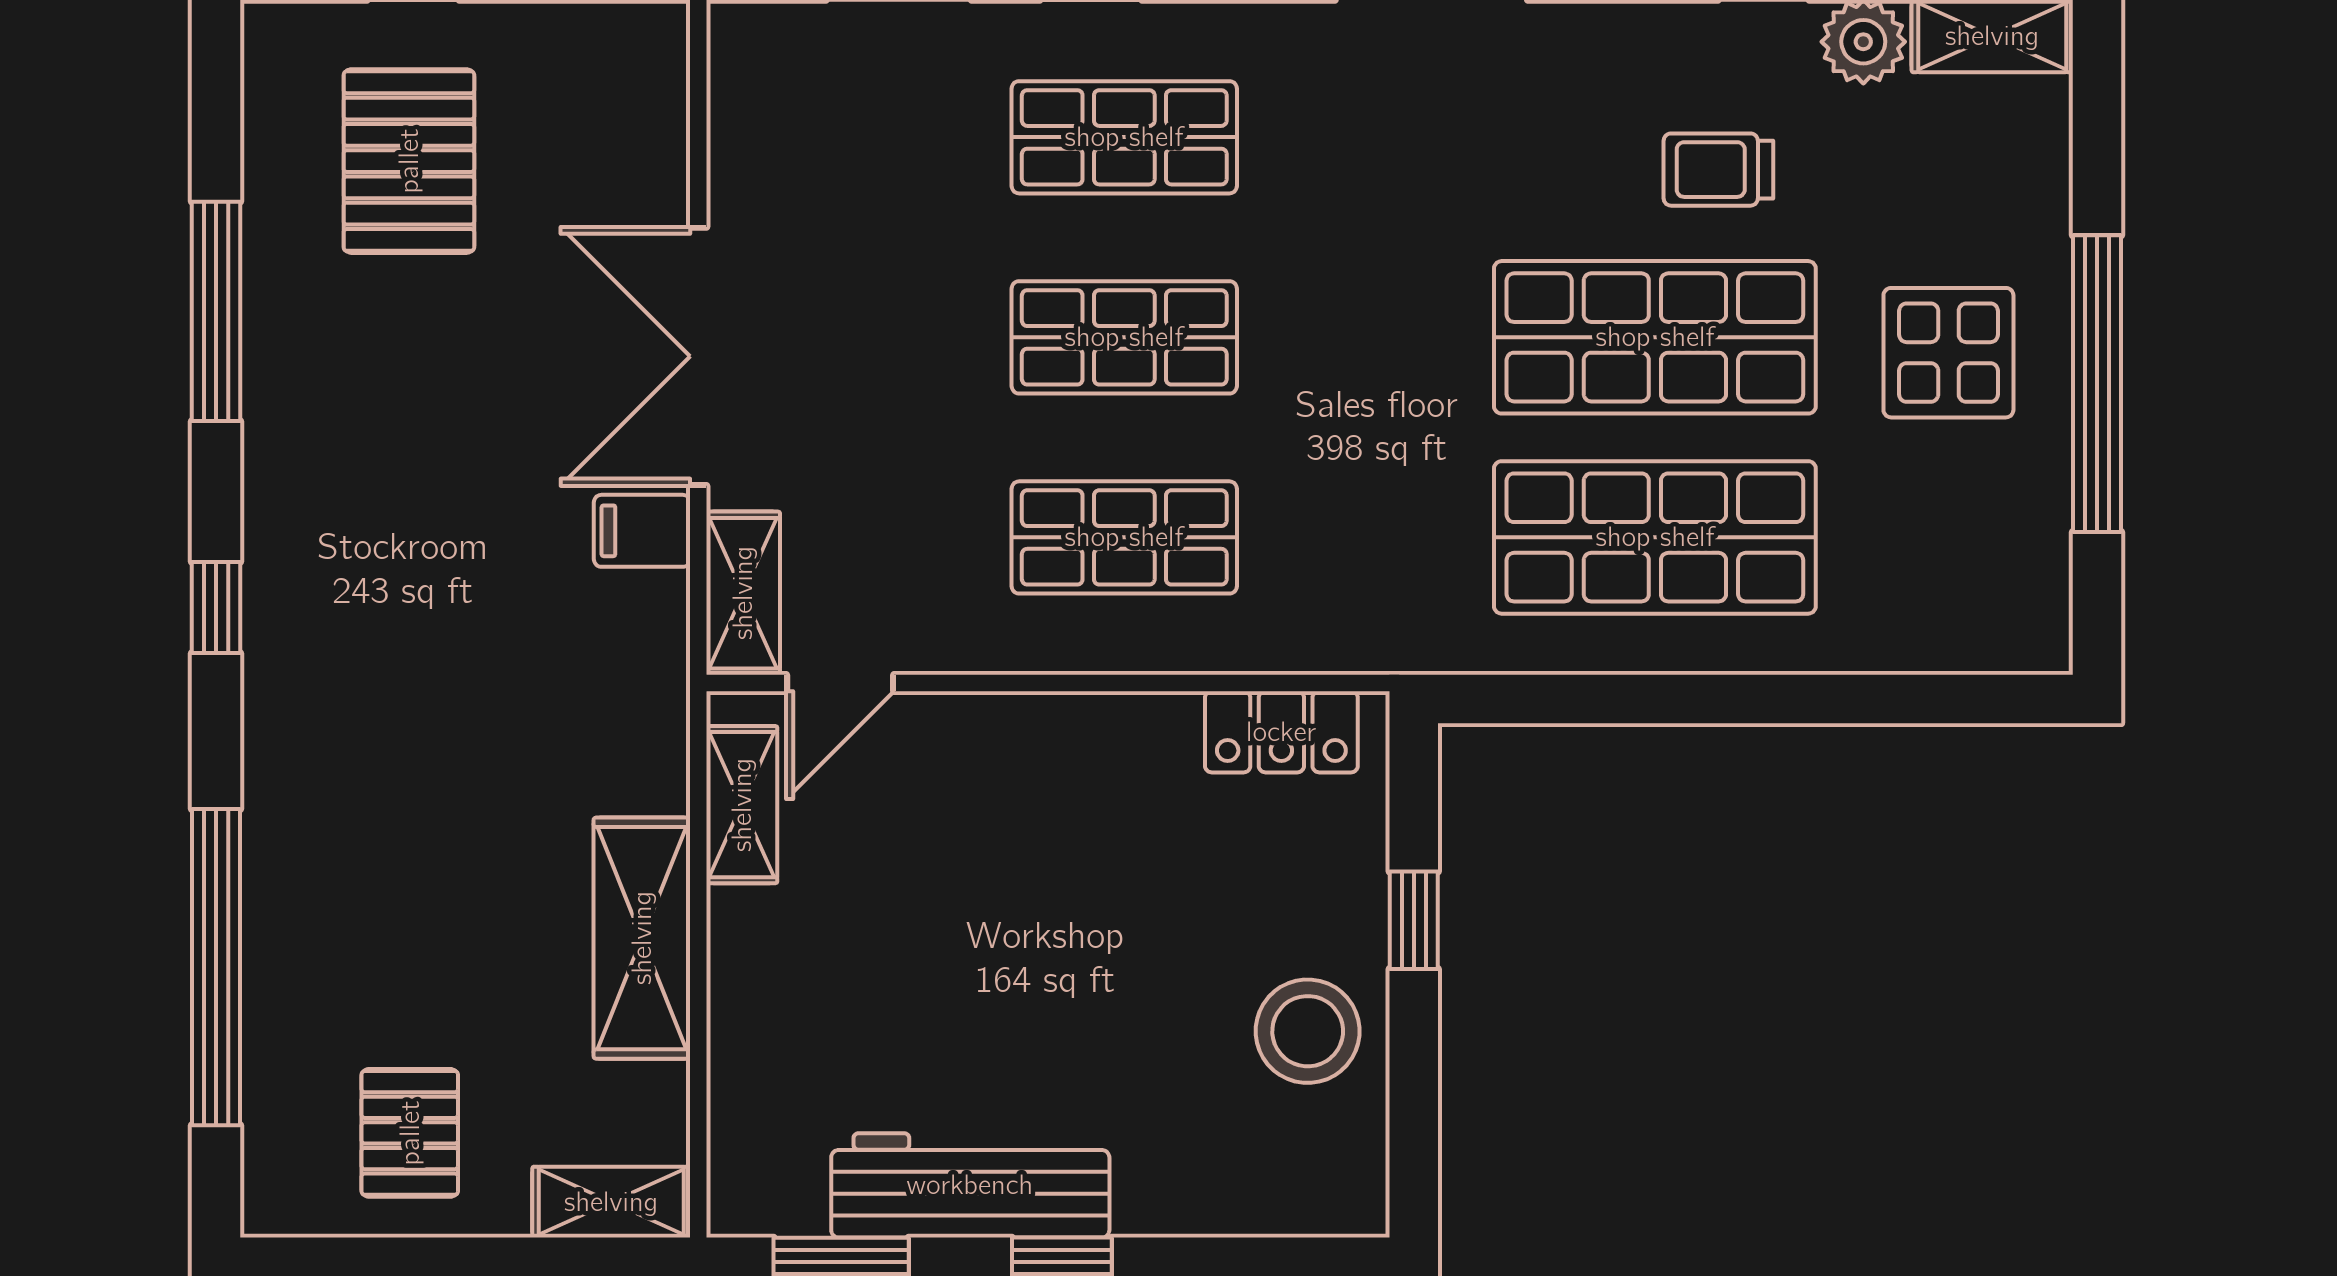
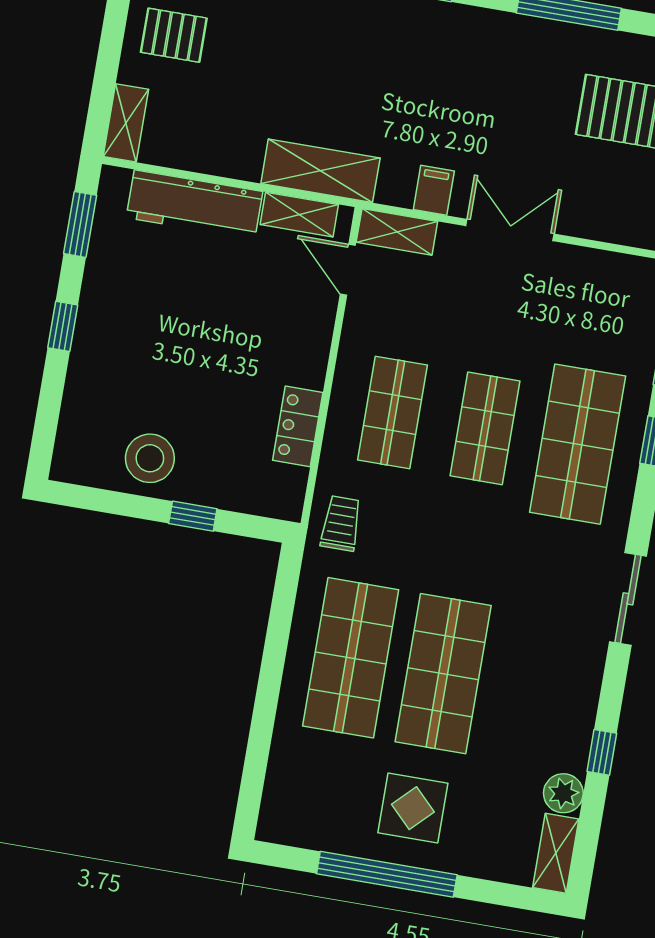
shop shelf: (1124, 137) -> (578, 444), width x1.43, depth x1.36
trolley: (1718, 170) -> (341, 523), moved
double door: (698, 356) -> (510, 230), width x0.73
locker: (1281, 732) -> (298, 426), moved
shelving: (642, 938) -> (320, 171), moved
workbench: (970, 1185) -> (194, 205), moved, turned 90

